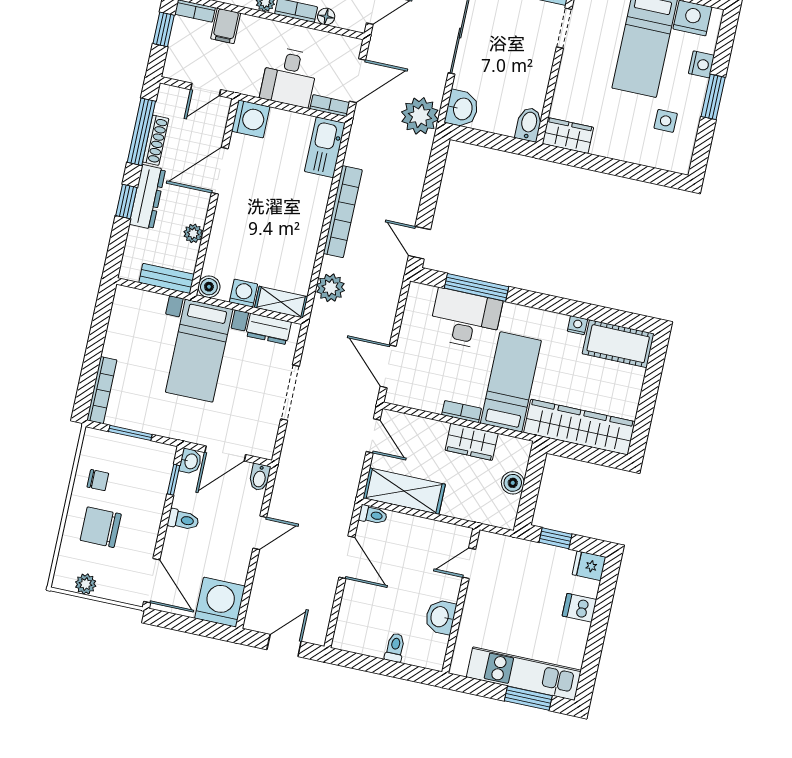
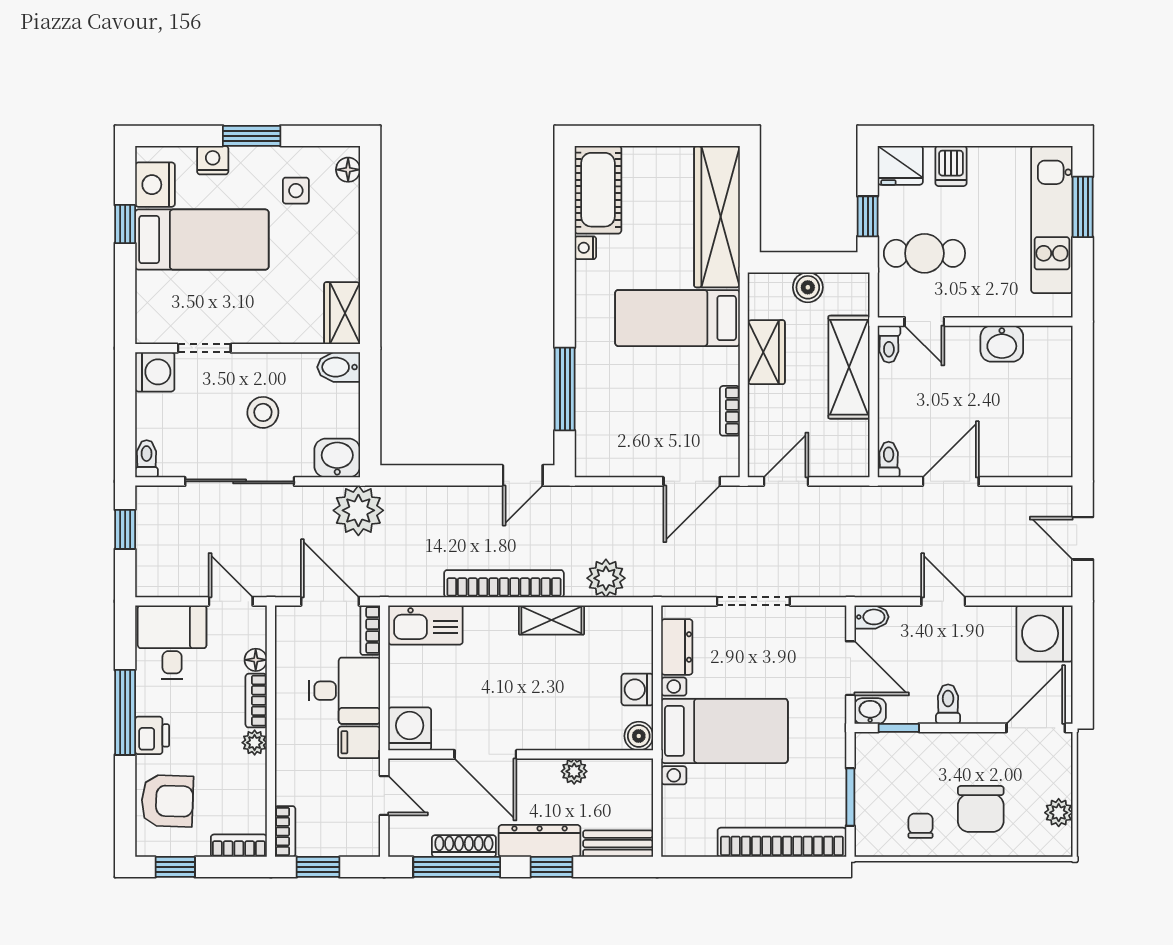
filing cabinet: (226, 26) -> (359, 742), moved, turned 180
stool: (507, 61) -> (263, 412), added
floor lamp: (673, 163) -> (348, 170), added
bench: (167, 278) -> (618, 844), moved, turned 90
shelving: (281, 302) -> (551, 620), moved, turned 90
desk: (465, 319) -> (609, 395), removed
bookcase: (102, 390) -> (782, 842), width x1.48, depth x1.31
bookcase: (462, 412) -> (730, 411), moved
shelving: (404, 491) -> (849, 367), moved
fridge: (589, 566) -> (900, 165), width x1.38
cafe table: (519, 574) -> (924, 253), added
toilet: (395, 648) -> (889, 344), moved, turned -90

